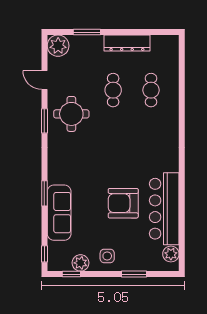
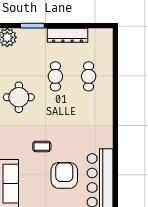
coffee table: (98, 170) -> (42, 146), added
armchair: (123, 203) -> (64, 175), turned 90

